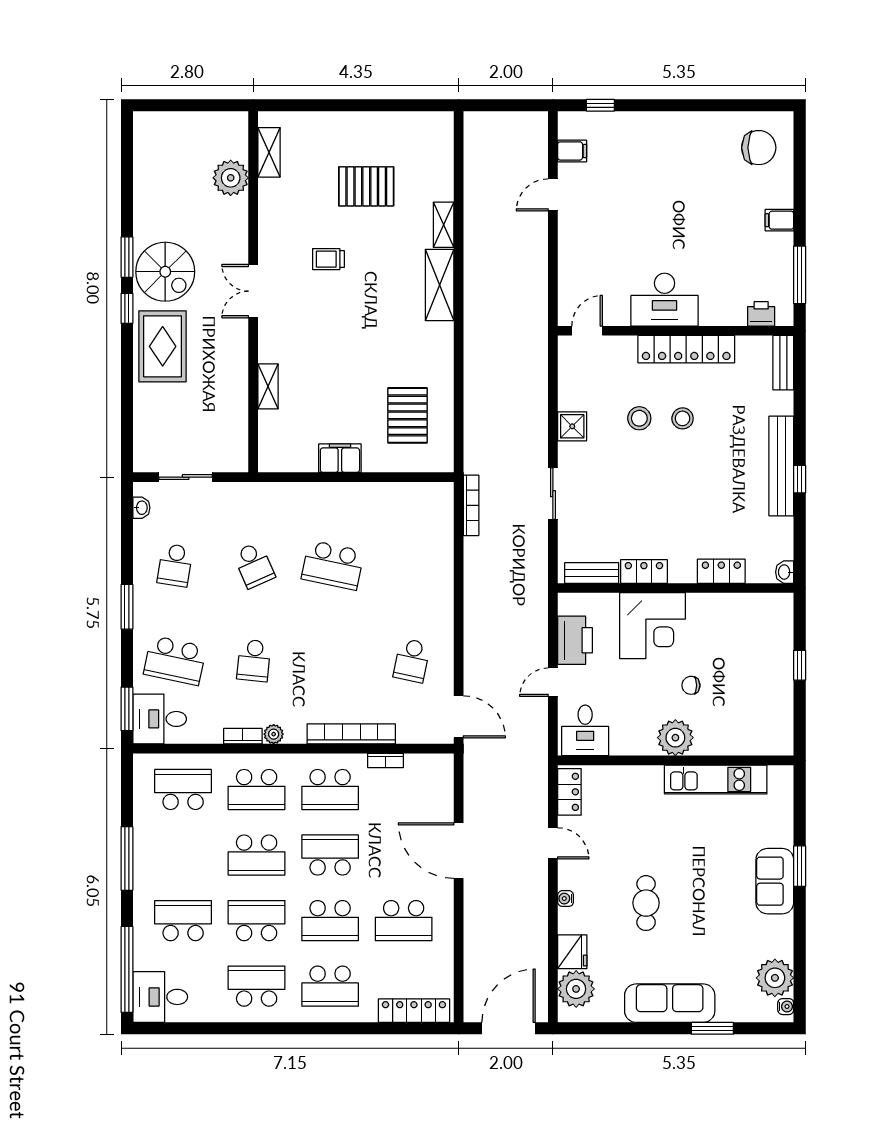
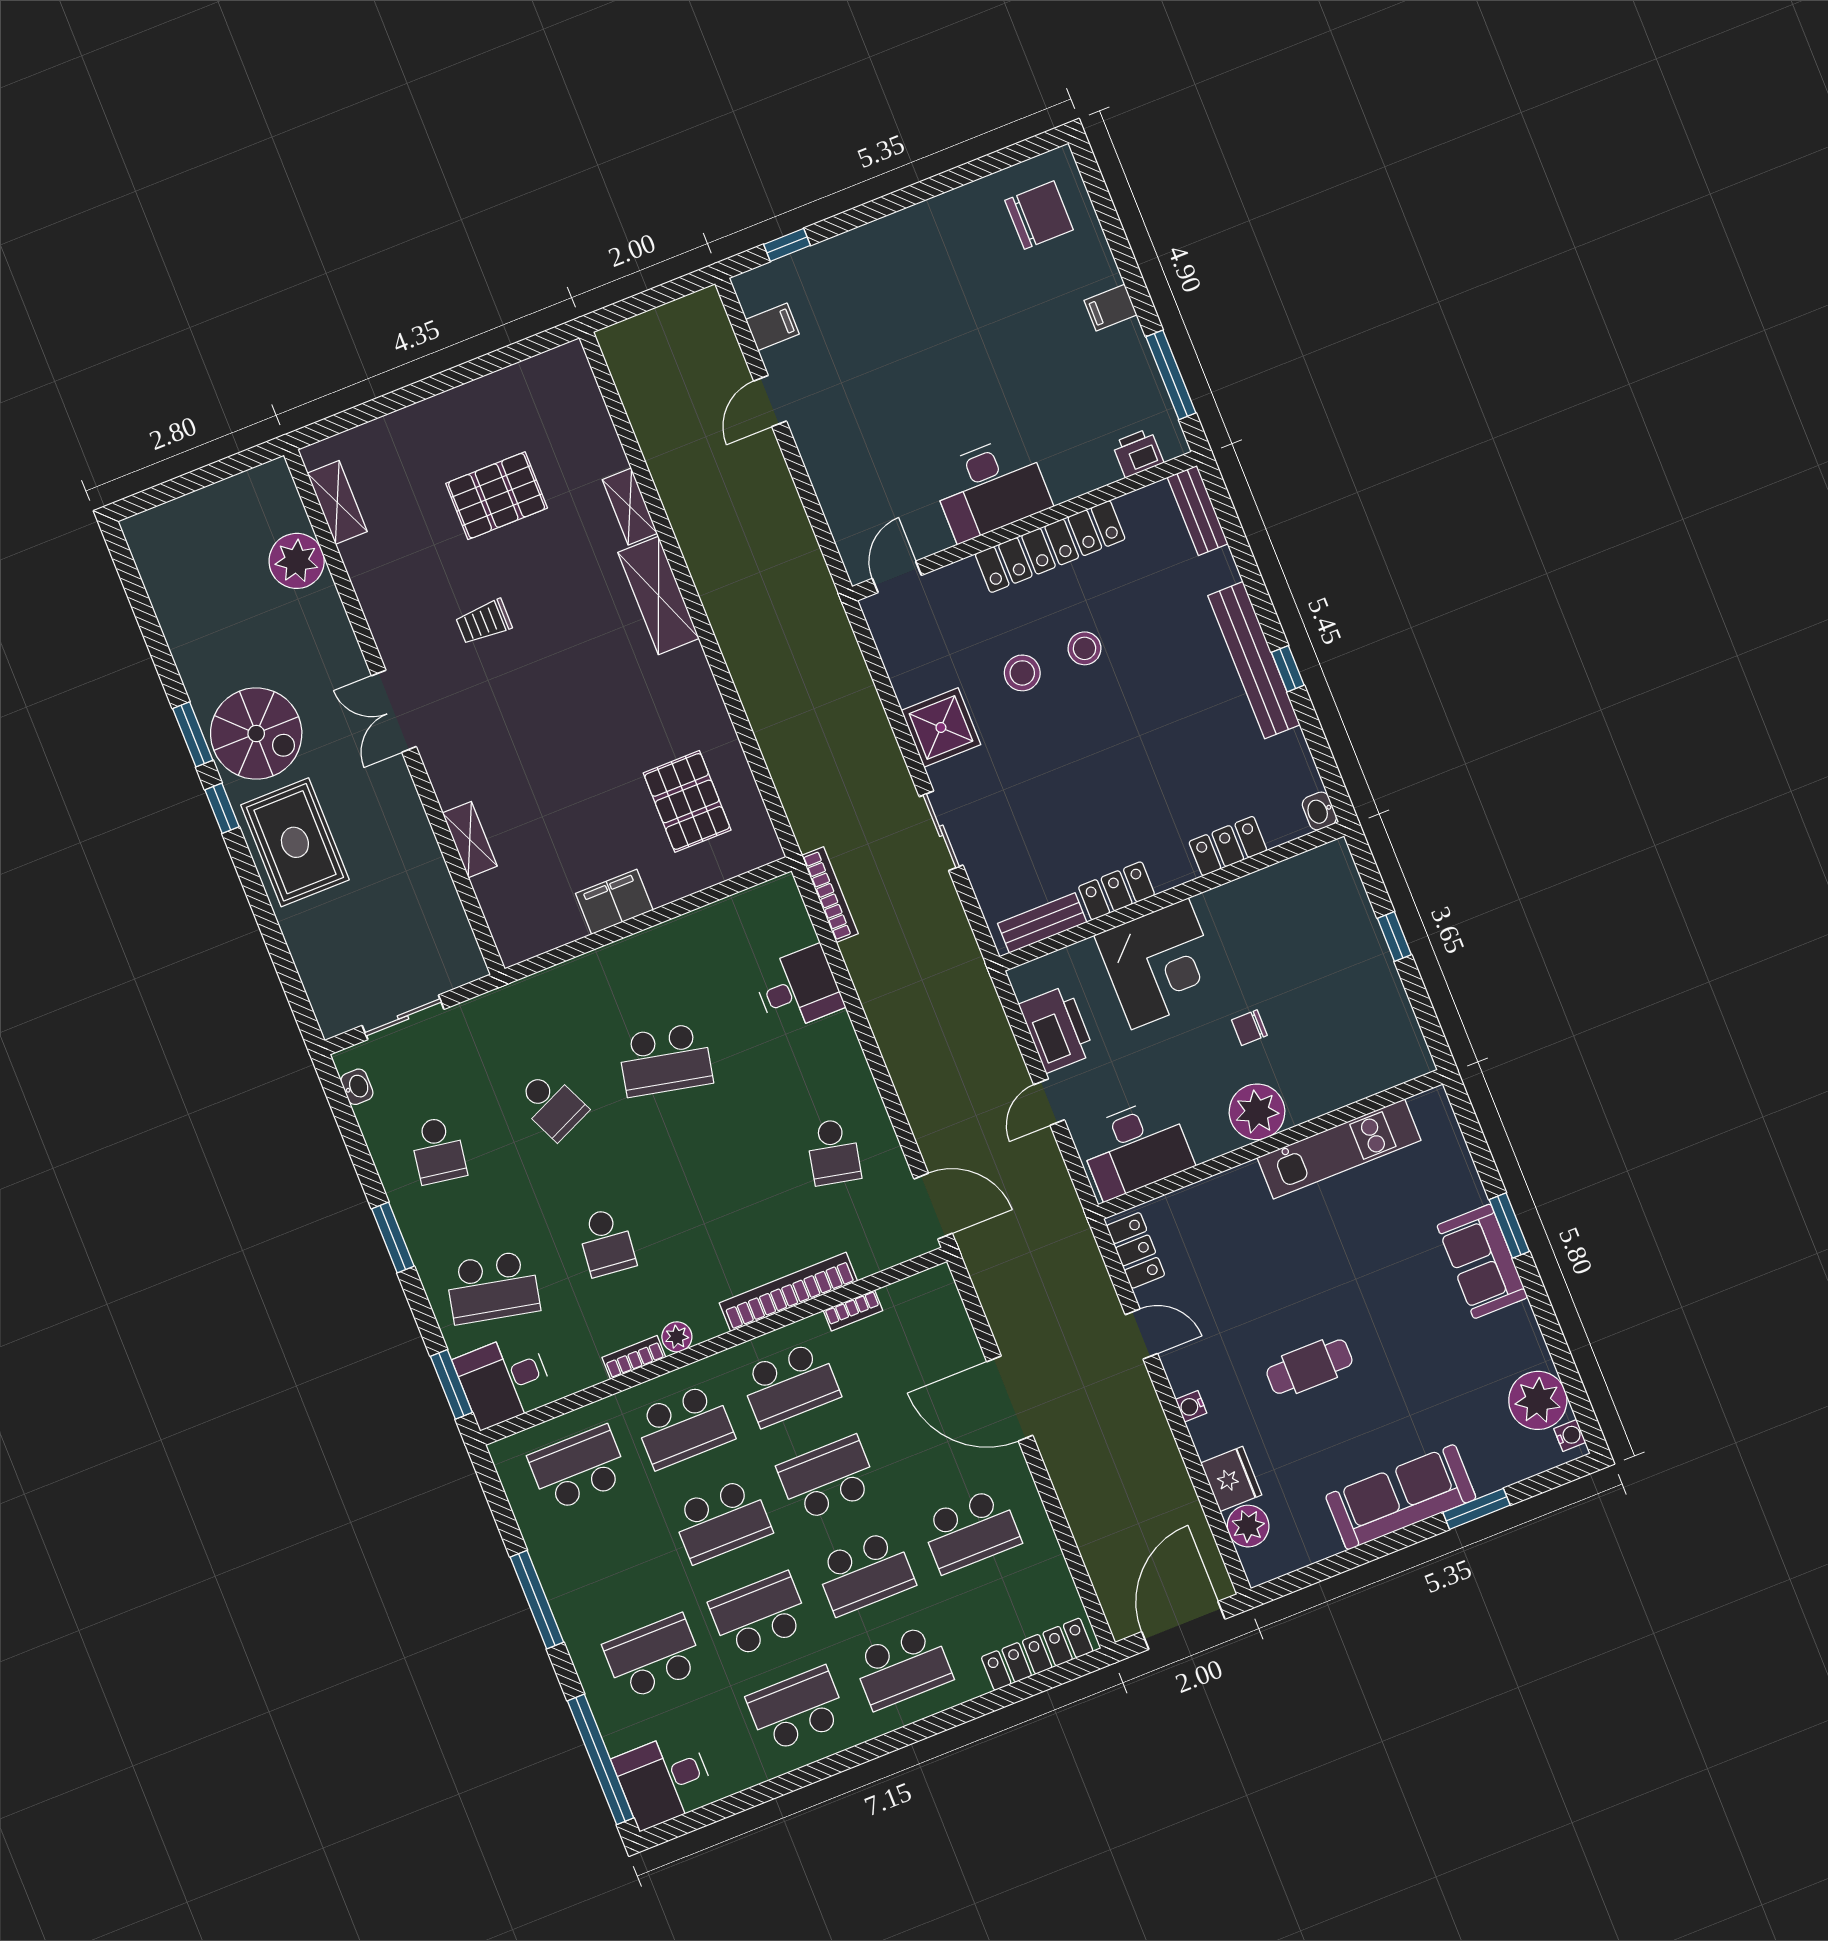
shower: (572, 426) -> (941, 727), width x1.36, depth x1.36
desk: (430, 554) -> (798, 989), added
desk: (585, 730) -> (1136, 1148), width x1.37
cafe table: (646, 903) -> (1309, 1367), turned 90
plant: (576, 989) -> (1248, 1526), width x0.73, depth x0.73

